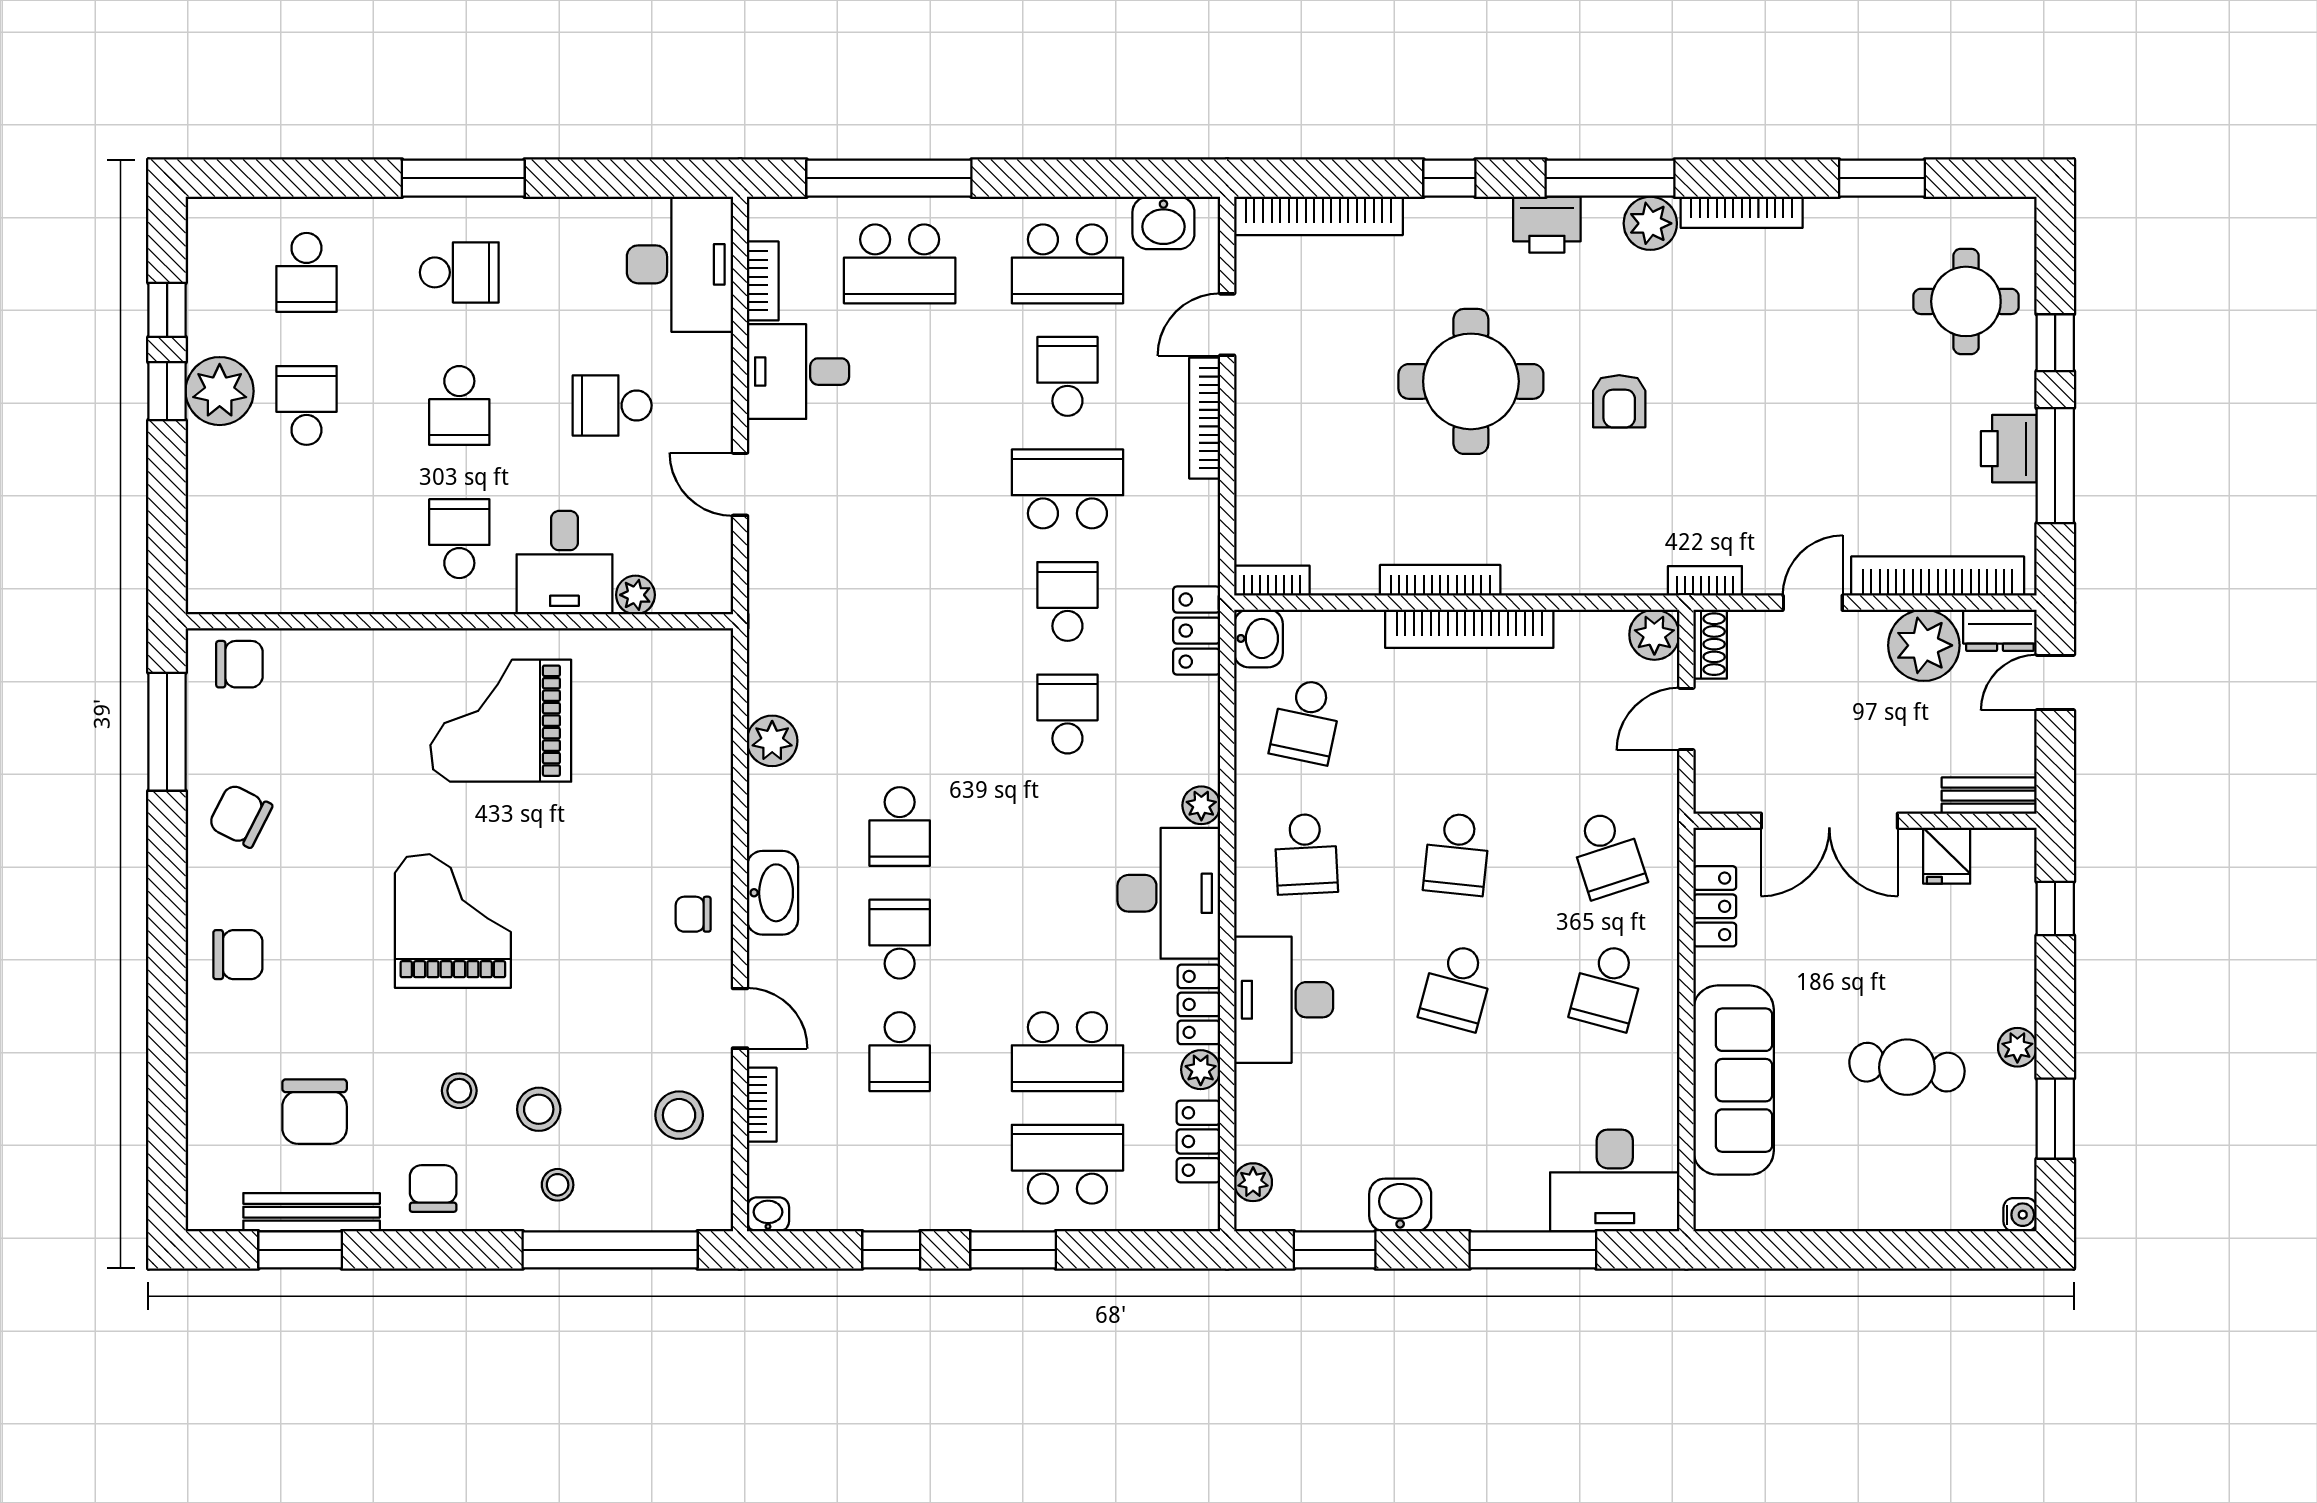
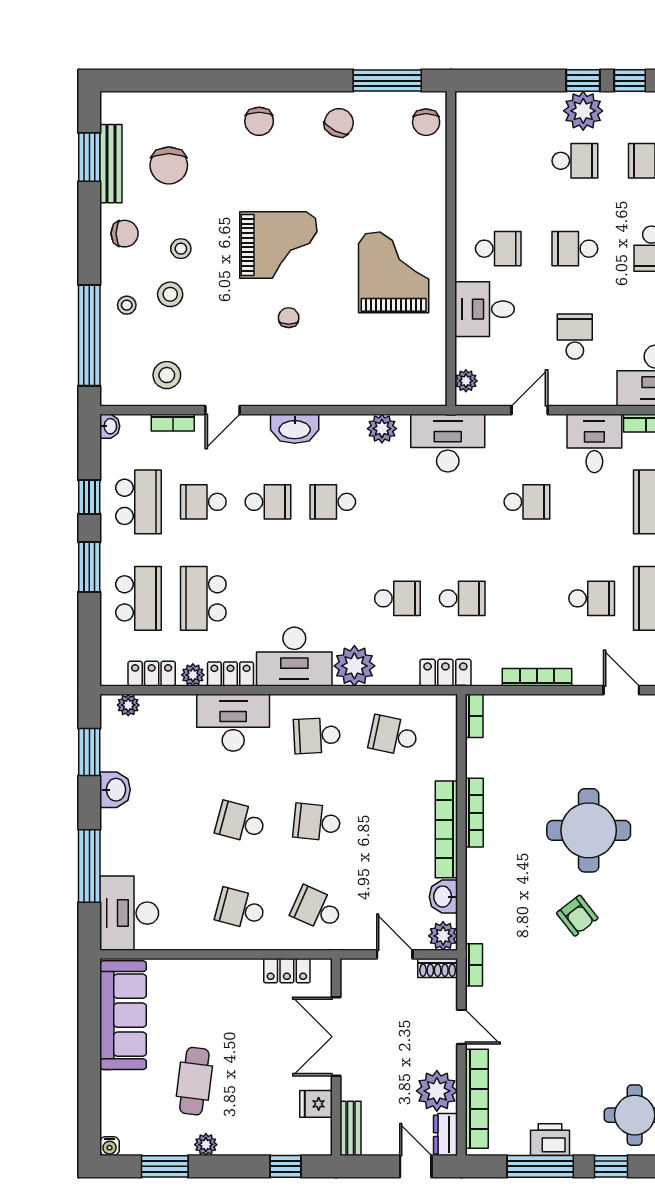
armchair: (1619, 401) -> (577, 916), turned -128
bookcase: (1205, 418) -> (537, 677), moved
school desk: (1067, 489) -> (527, 502), moved, width x0.54
plant: (635, 595) -> (466, 381), moved
desk: (797, 627) -> (448, 443), added
washbasin: (1258, 638) -> (443, 897), moved, turned 90
plant: (1201, 805) -> (354, 666), width x1.87, depth x1.87
school desk: (1607, 854) -> (317, 909), turned 42
chair: (693, 914) -> (289, 318), moved
sofa: (1734, 1080) -> (123, 1015), moved, turned -90
chair: (315, 1112) -> (169, 165), turned -90
school desk: (900, 1164) -> (139, 502), added

